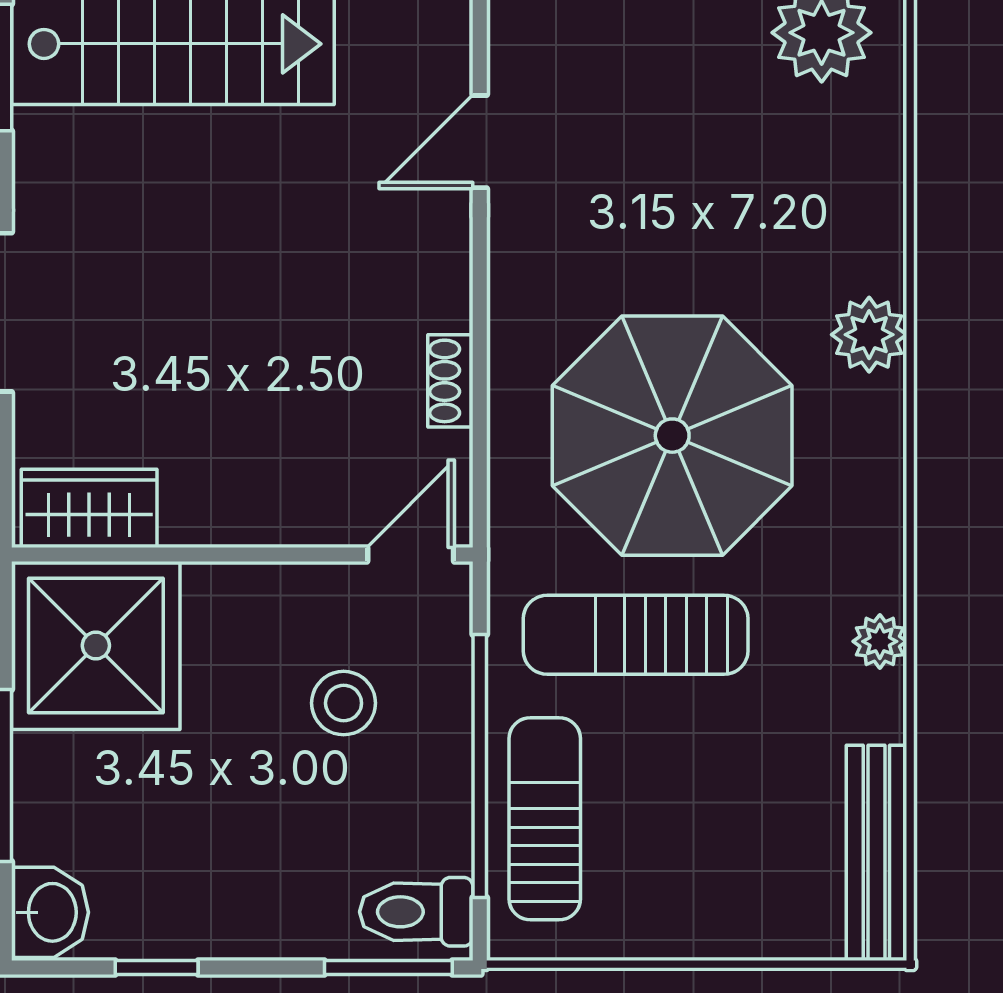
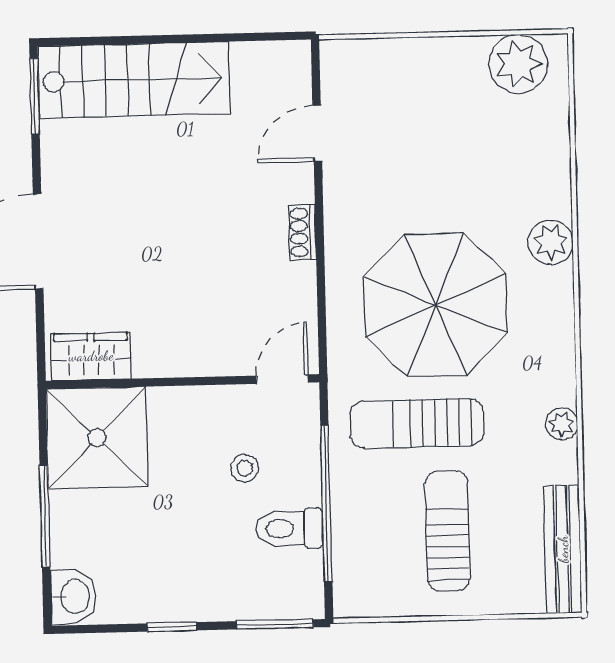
shoe rack: (450, 381) -> (302, 232), moved
stool: (344, 703) -> (245, 468), width x0.73, depth x0.73
sun lounger: (545, 819) -> (448, 531), moved
toilet: (416, 912) -> (289, 529), moved
window: (157, 968) -> (172, 627), moved

